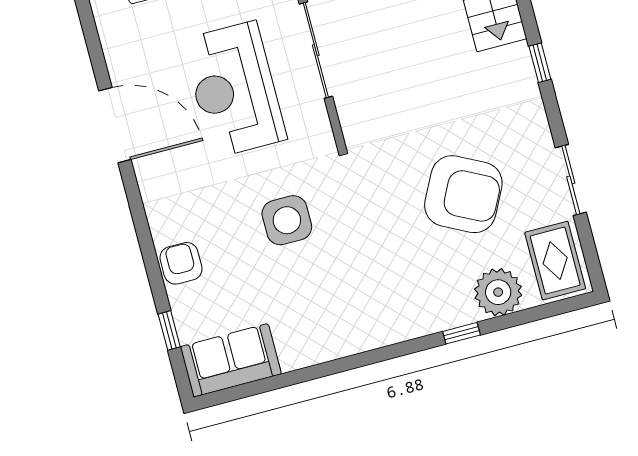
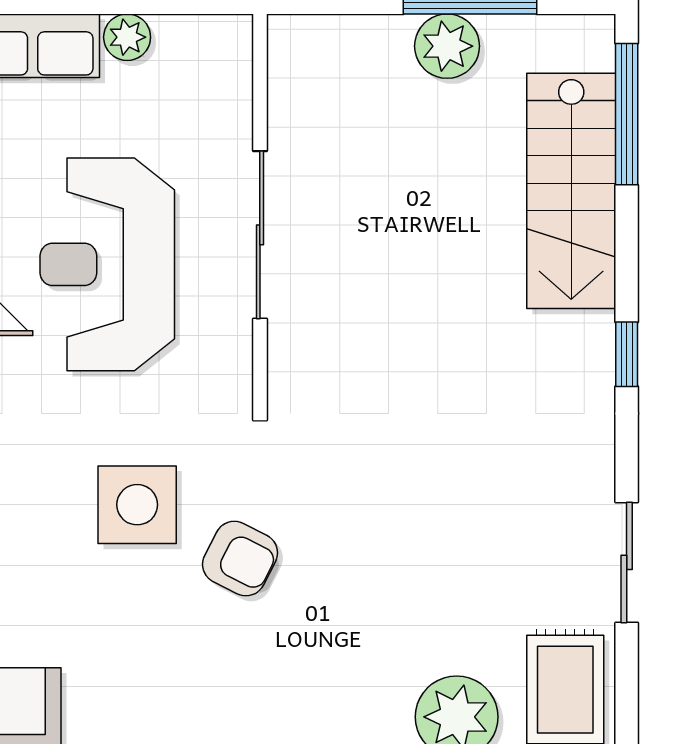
armchair: (463, 194) -> (240, 559), moved, width x0.53, depth x0.53

